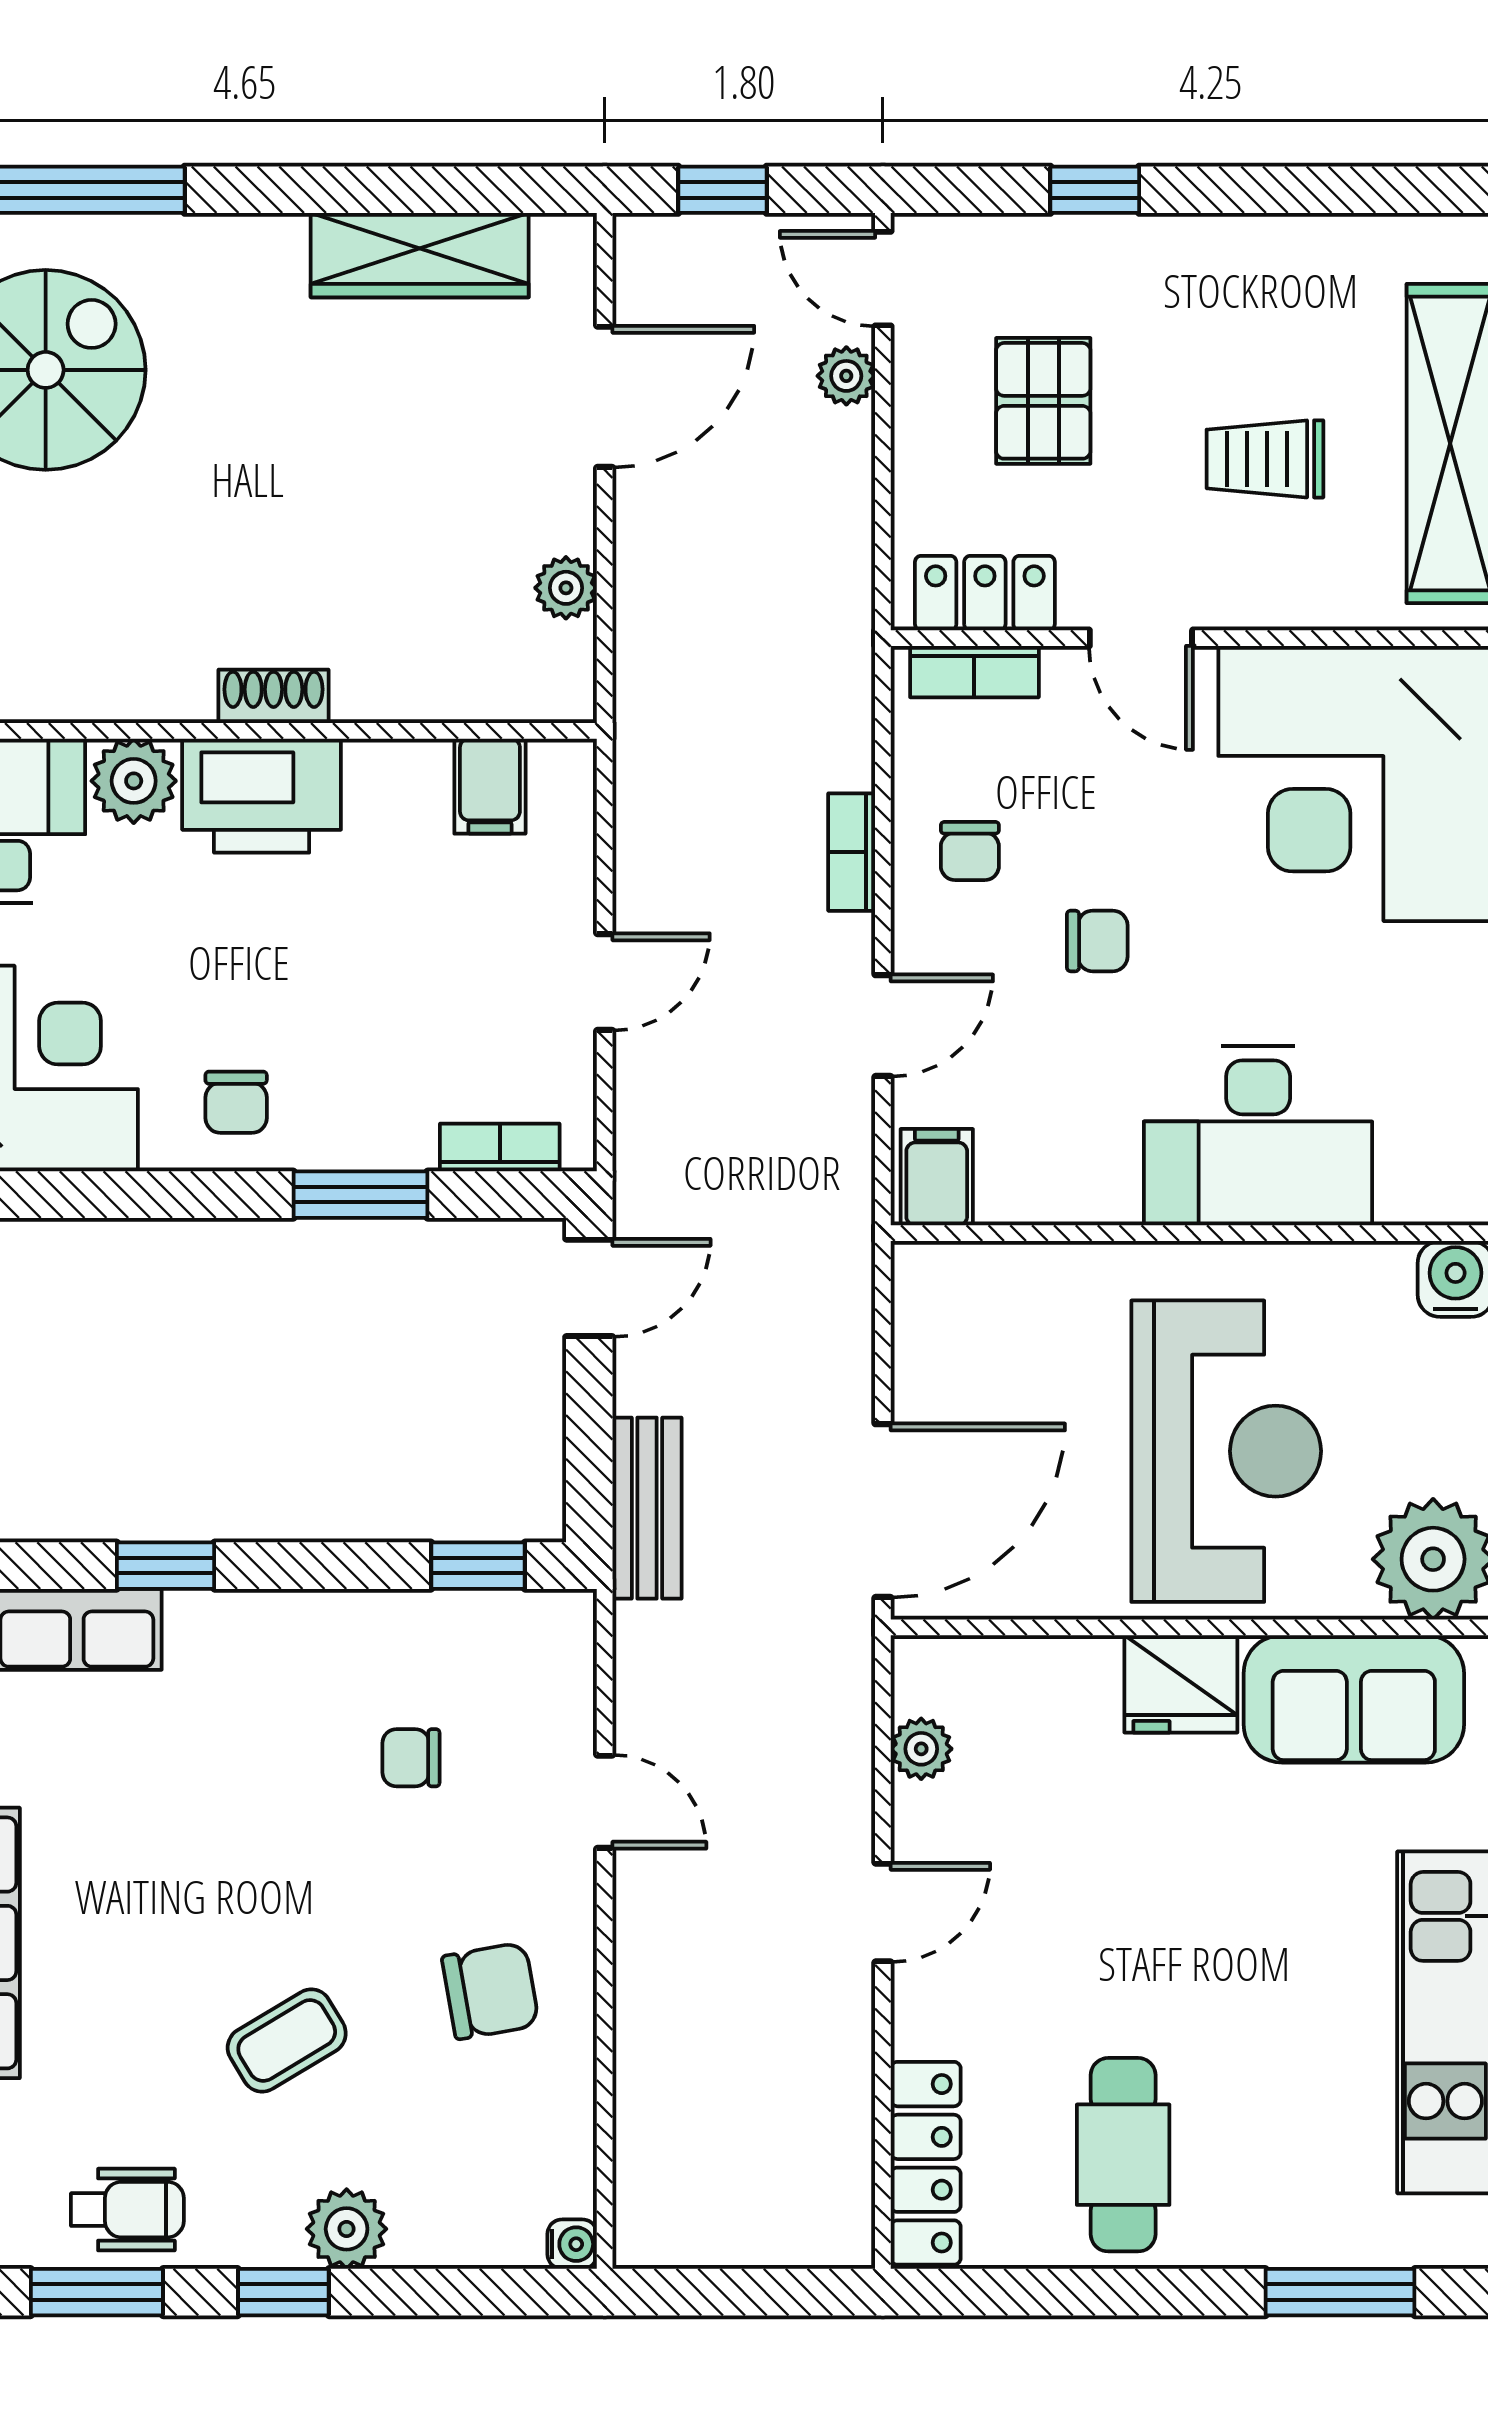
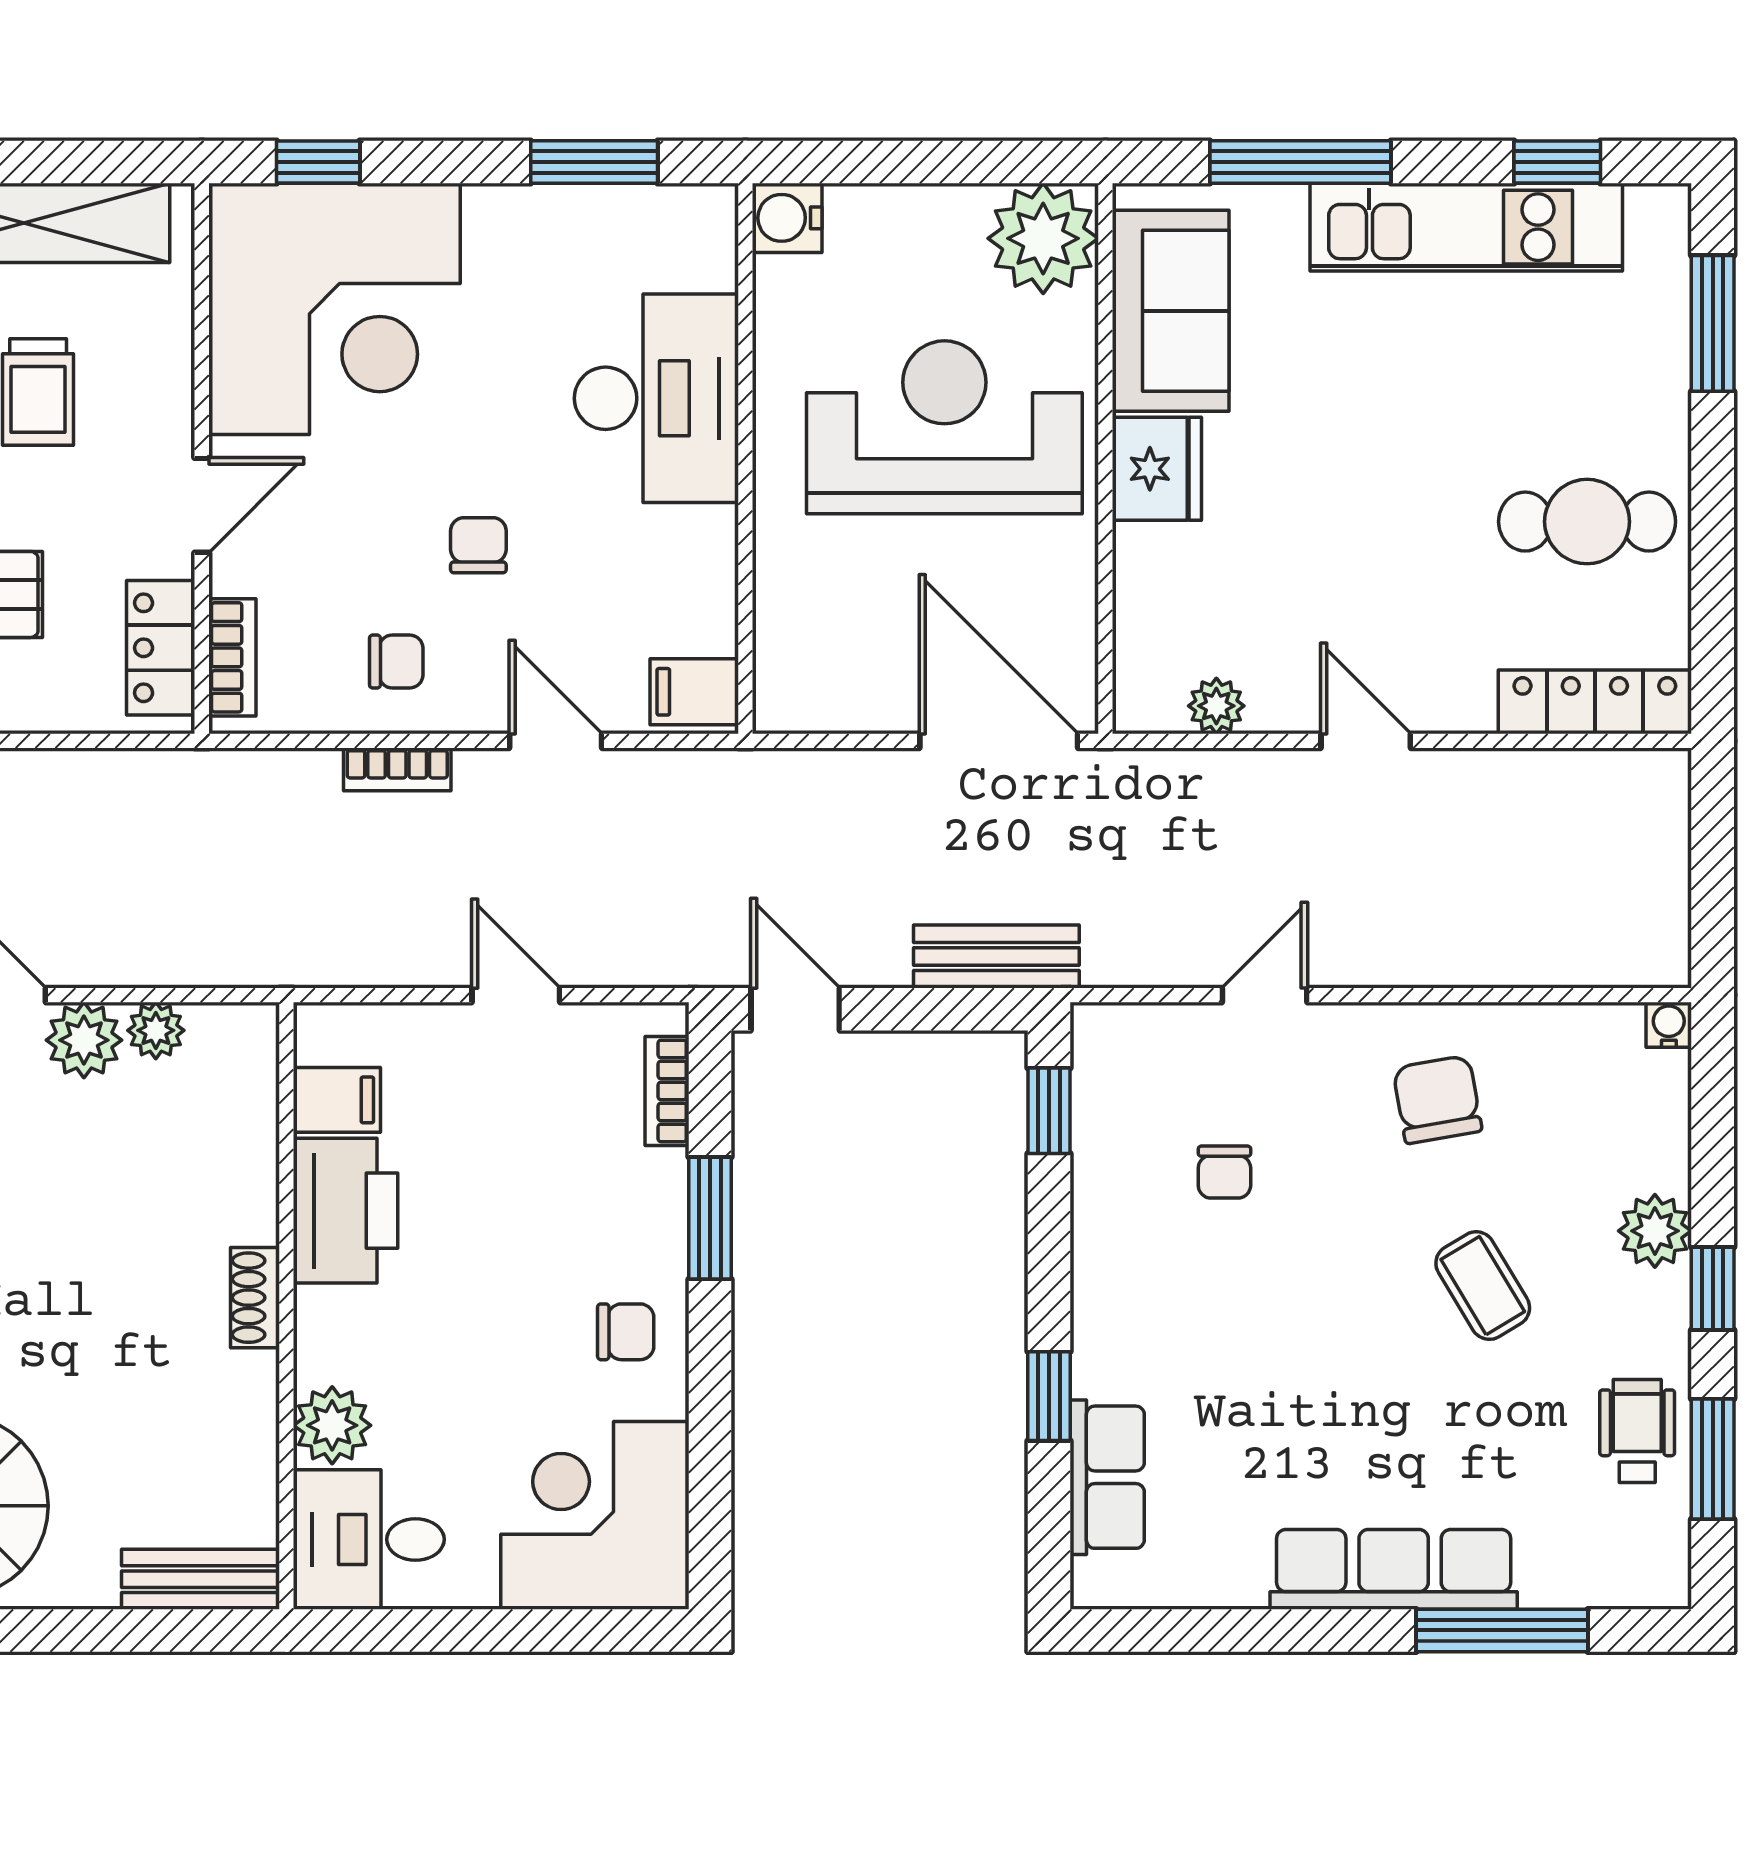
plant: (556, 509) -> (84, 1040), added
printer: (262, 796) -> (346, 1211), moved

